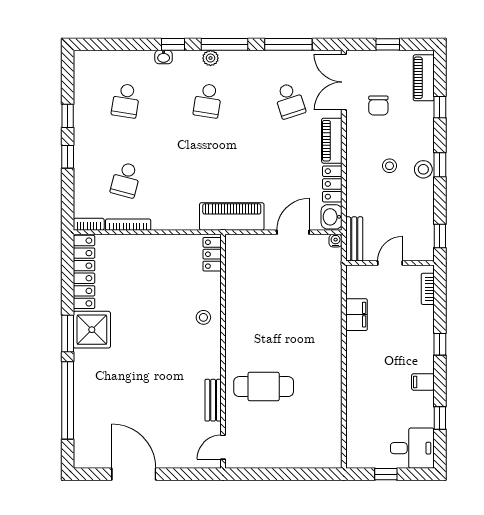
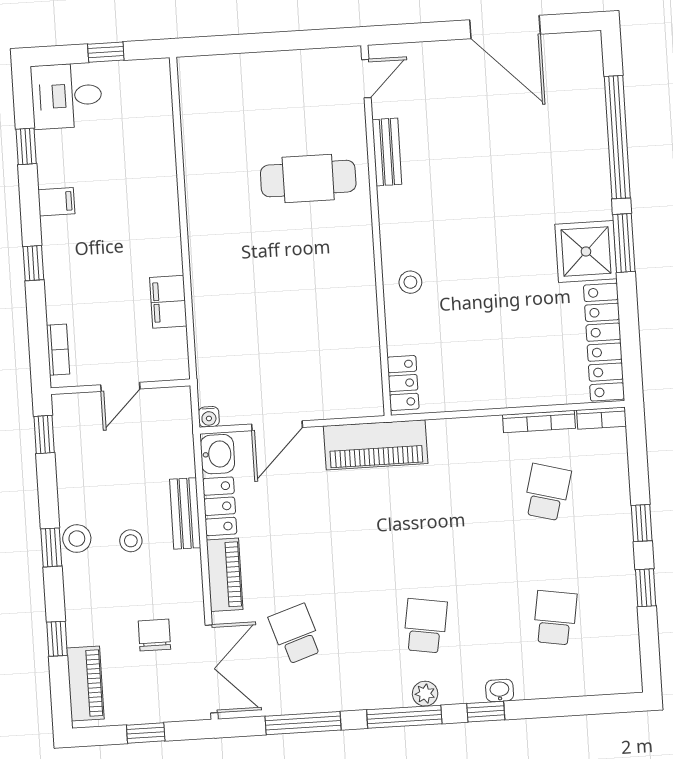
bench: (354, 239) -> (185, 513), moved

